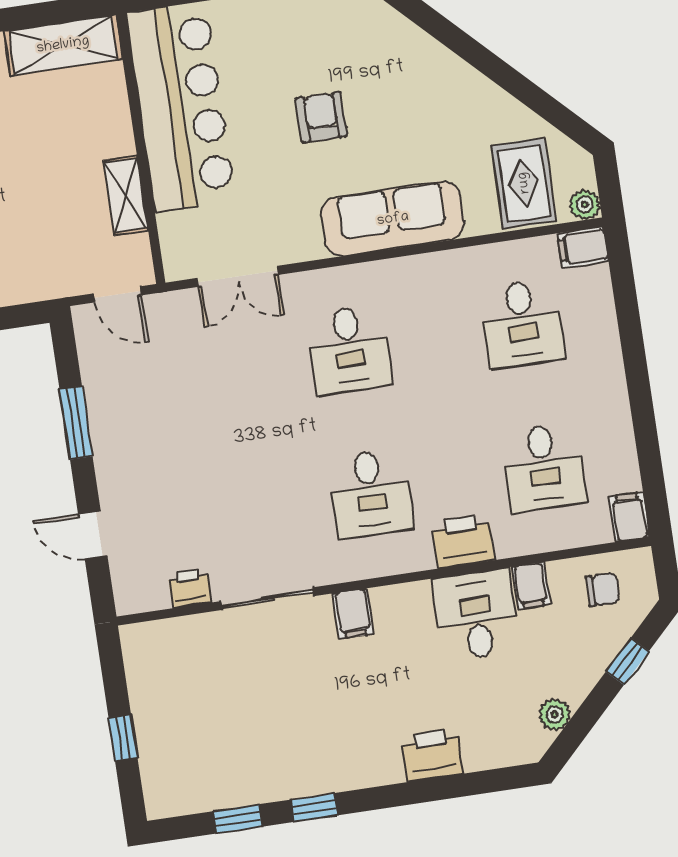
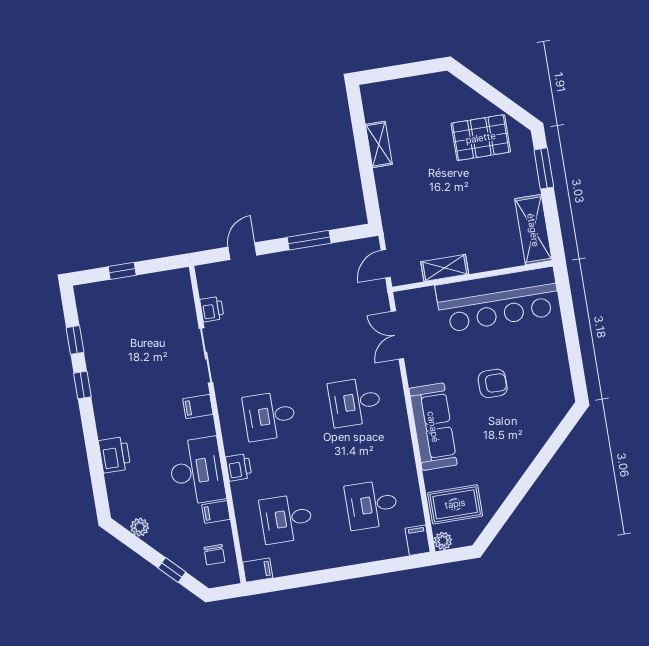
printer: (463, 541) -> (239, 467), width x0.73, depth x0.81
desk: (476, 615) -> (197, 471), width x1.37

